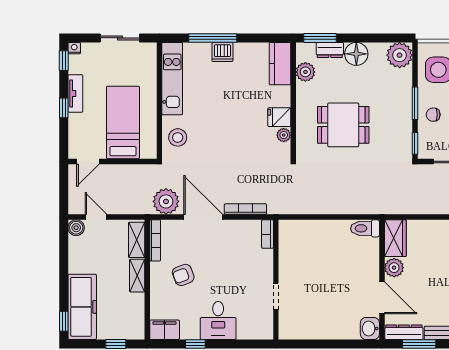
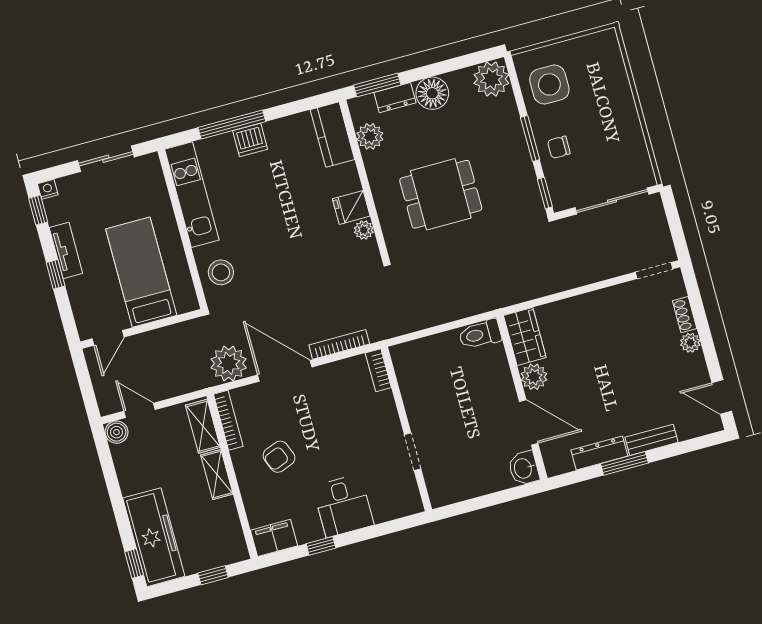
toilet: (365, 228) -> (480, 334), moved
wardrobe: (395, 238) -> (525, 336), moved
plant: (394, 268) -> (534, 377), moved
wall: (382, 280) -> (522, 398), moved
door: (382, 298) -> (529, 422), moved
washbasin: (370, 328) -> (524, 468), moved

